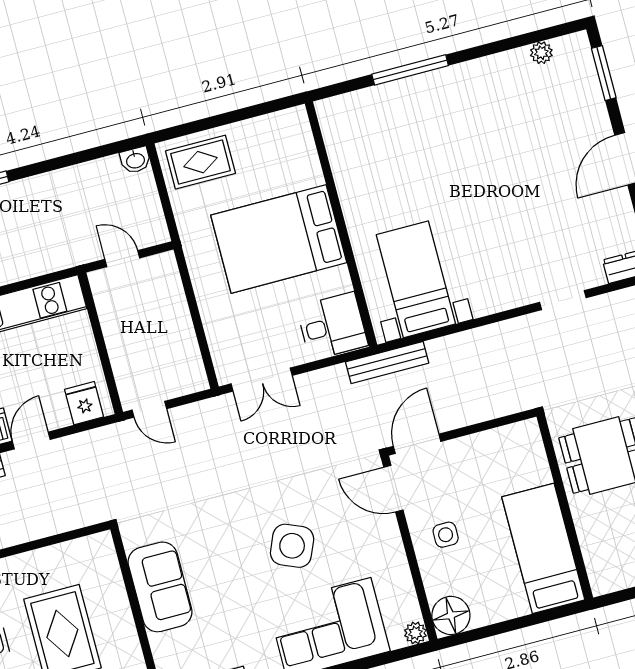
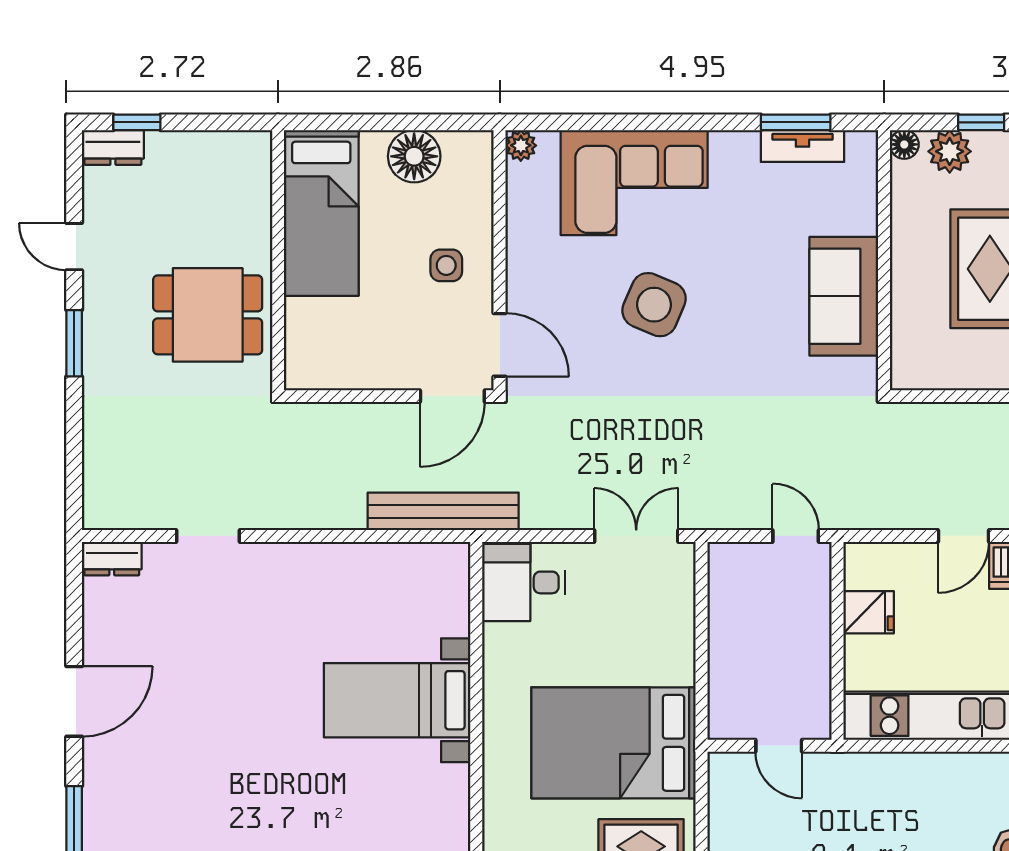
bed: (279, 239) -> (614, 743), moved, turned 180
bed with nightstands: (416, 279) -> (397, 700), moved, turned 90
bench: (387, 363) -> (443, 511), width x1.37, depth x1.21
fridge: (84, 403) -> (869, 612), moved, turned -90
floor lamp: (451, 615) -> (414, 156), moved

